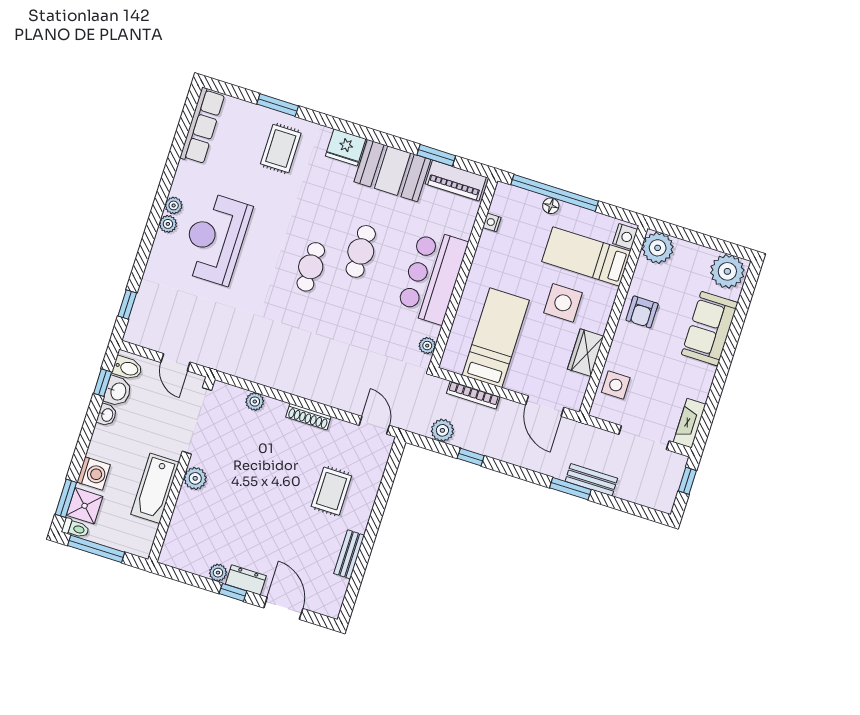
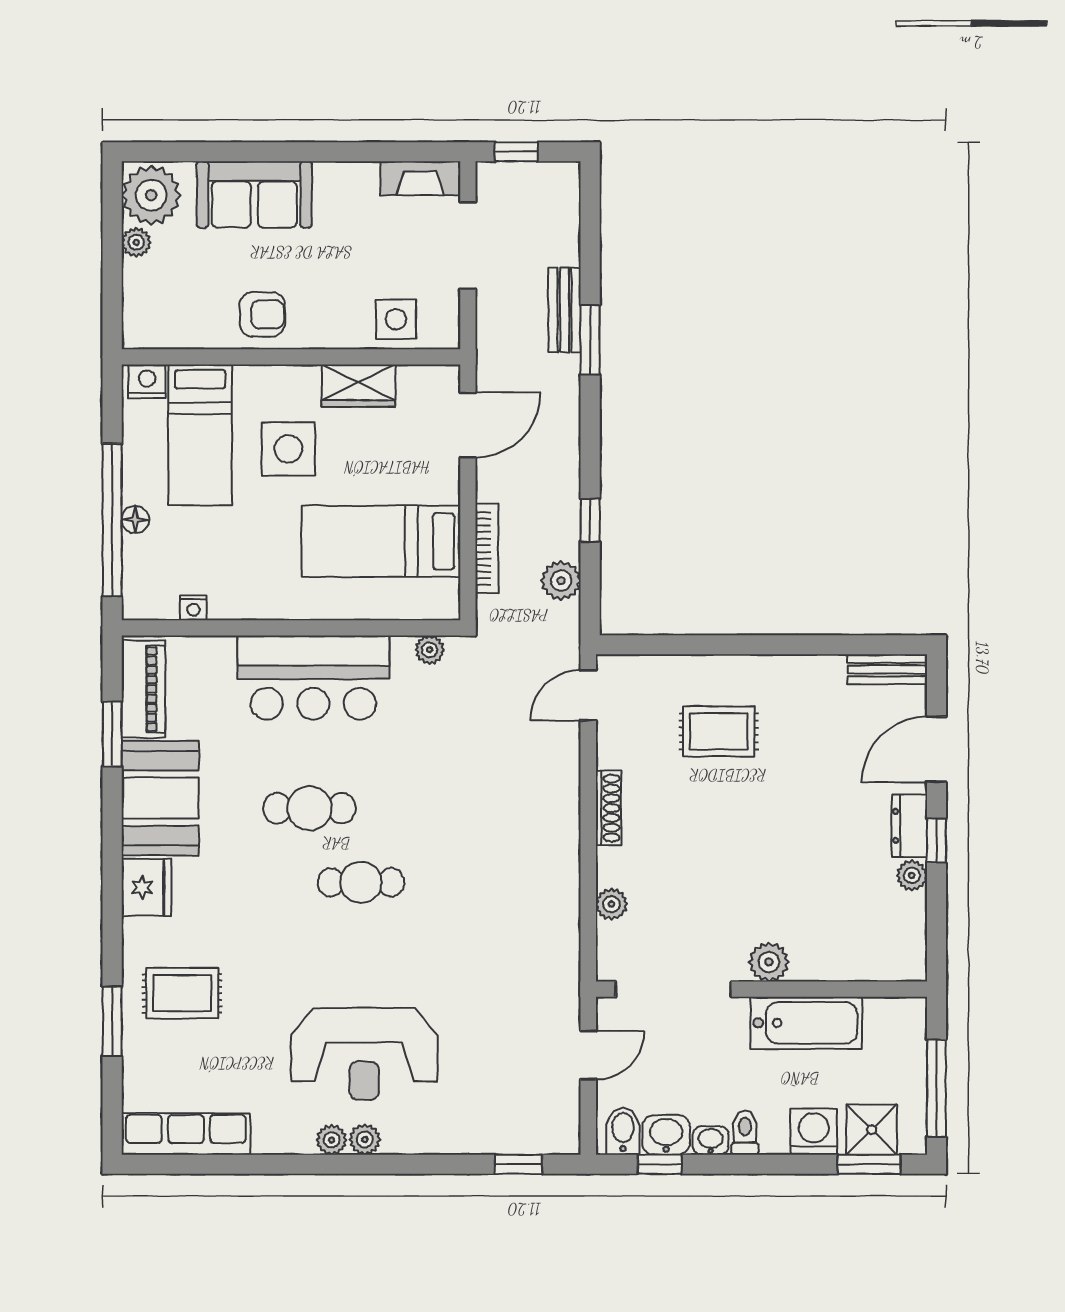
plant: (658, 248) -> (136, 242), moved, width x0.53, depth x0.53
toilet: (75, 528) -> (745, 1133), moved
bench: (349, 554) -> (887, 669), moved

